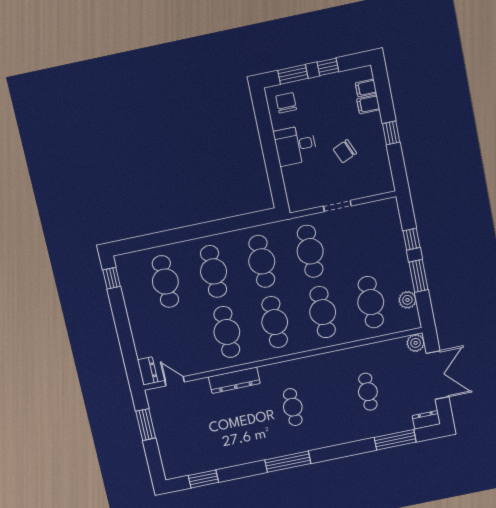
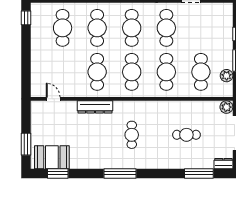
dresser: (148, 371) -> (36, 88), removed
cafe table: (368, 392) -> (186, 135), turned 90
window: (146, 425) -> (26, 144), moved
booth: (191, 459) -> (52, 157), added

